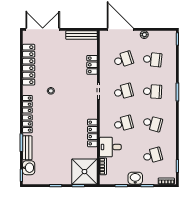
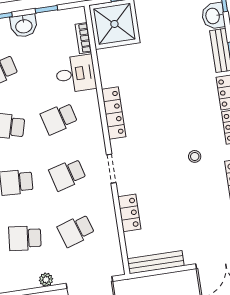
locker: (92, 133) -> (114, 113), moved

